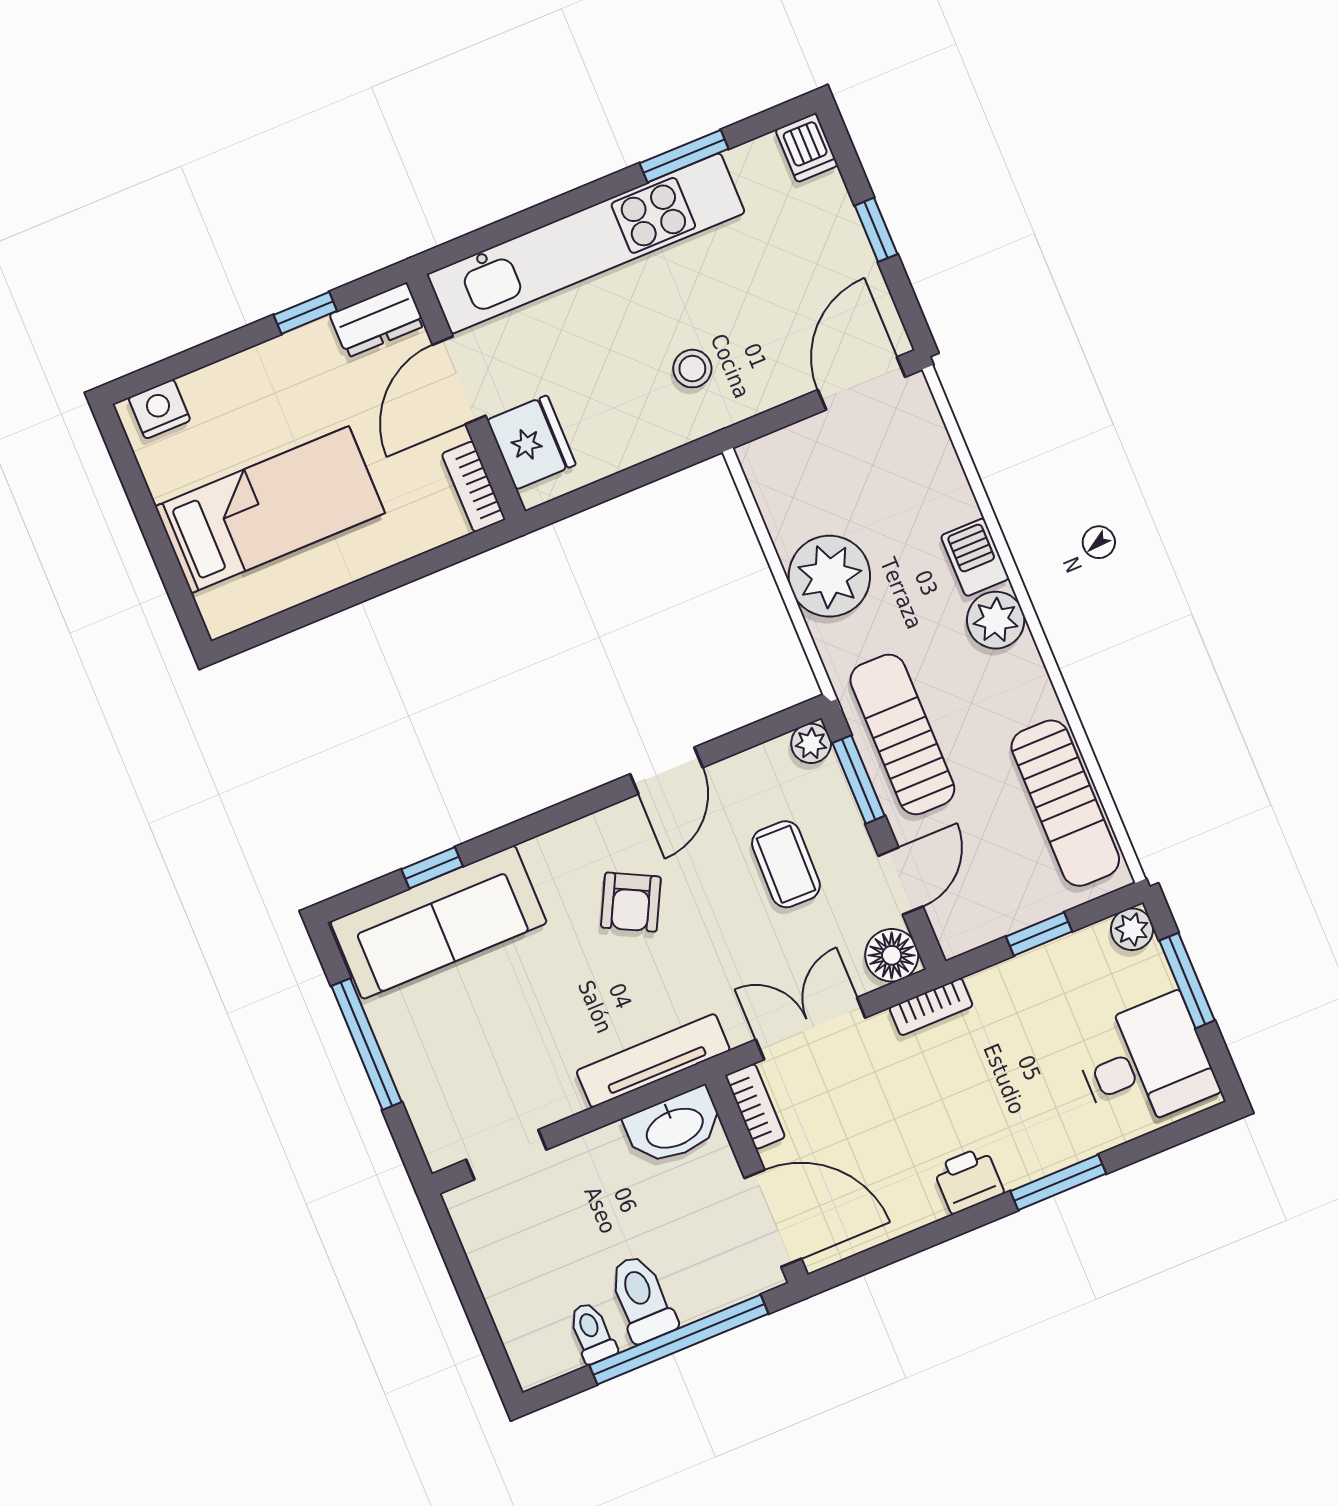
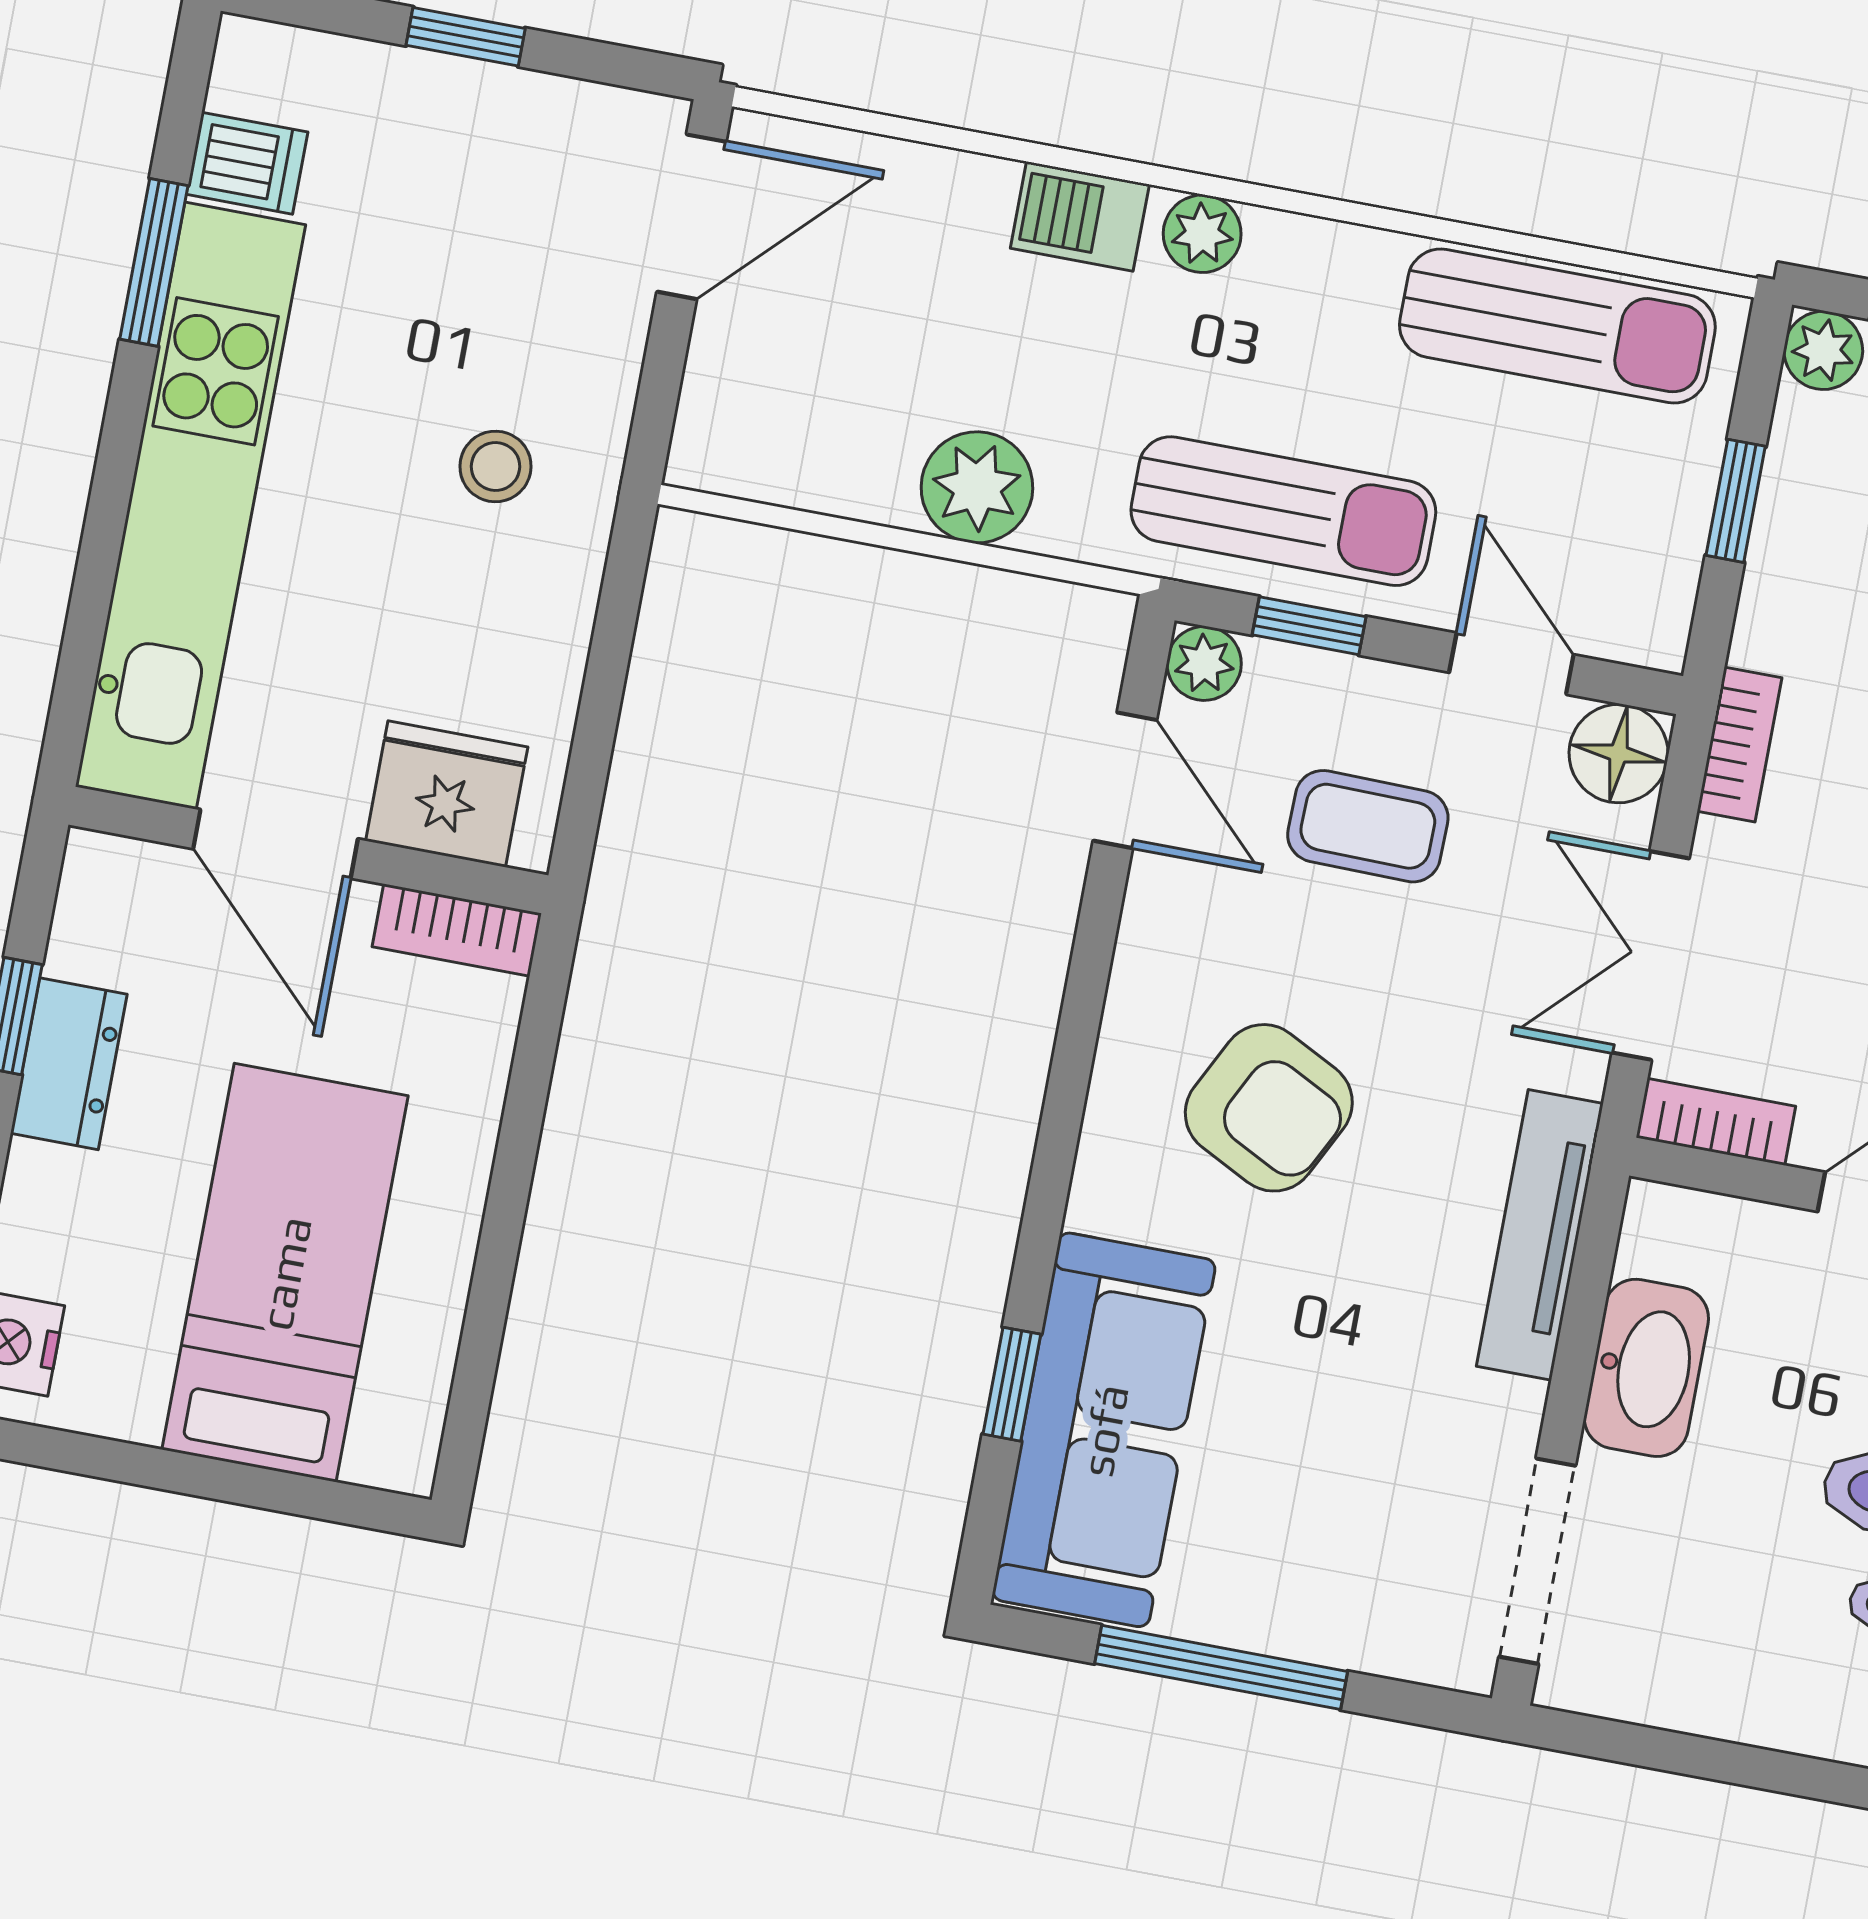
dishwasher: (807, 148) -> (247, 163), moved
dresser: (377, 320) -> (69, 1064), moved
door: (861, 383) -> (691, 217), swing flipped
plant: (829, 576) -> (977, 487), width x0.73, depth x0.73
plant: (996, 620) -> (1202, 234), width x0.73, depth x0.73
sun lounger: (902, 734) -> (1283, 511), turned 180
door: (666, 771) -> (1125, 780), moved
window: (859, 779) -> (1309, 626), width x0.67
armchair: (631, 902) -> (1269, 1108), width x1.38, depth x1.38
washbasin: (674, 1127) -> (1646, 1368), moved
doorway: (506, 1155) -> (1537, 1561), width x1.38

